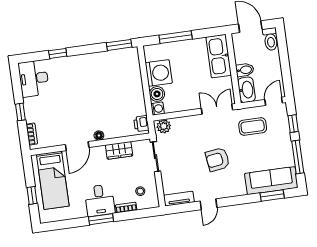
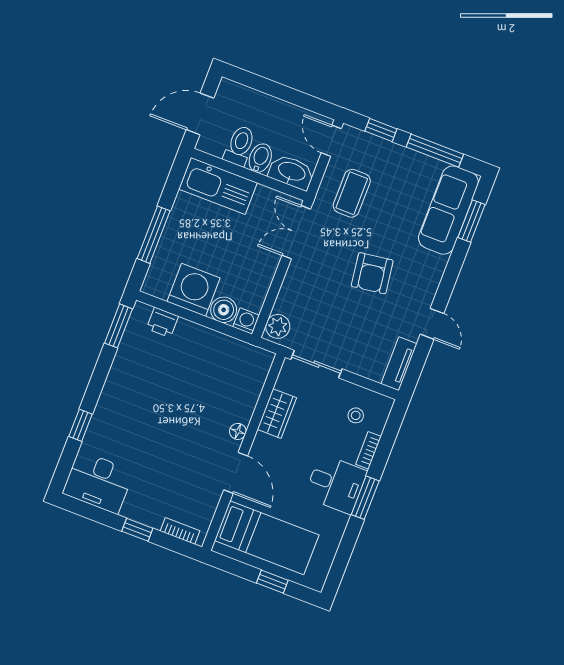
toilet: (271, 39) -> (240, 146), moved, turned -90
printer: (141, 124) -> (162, 322), moved

